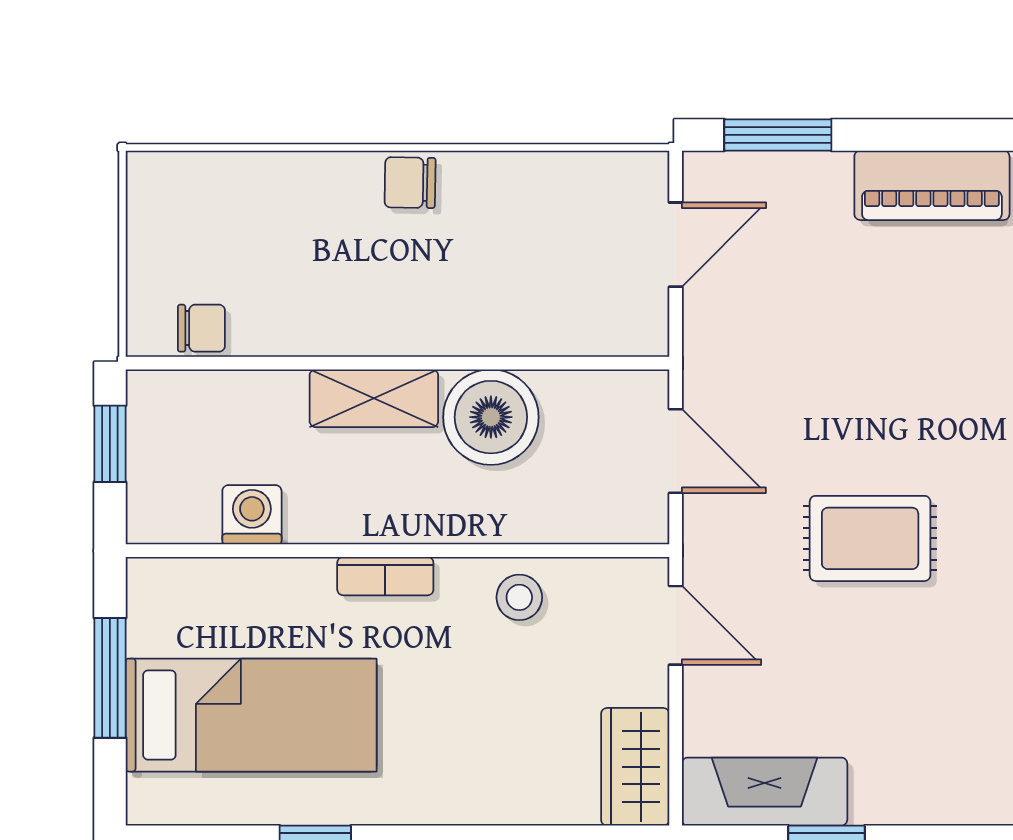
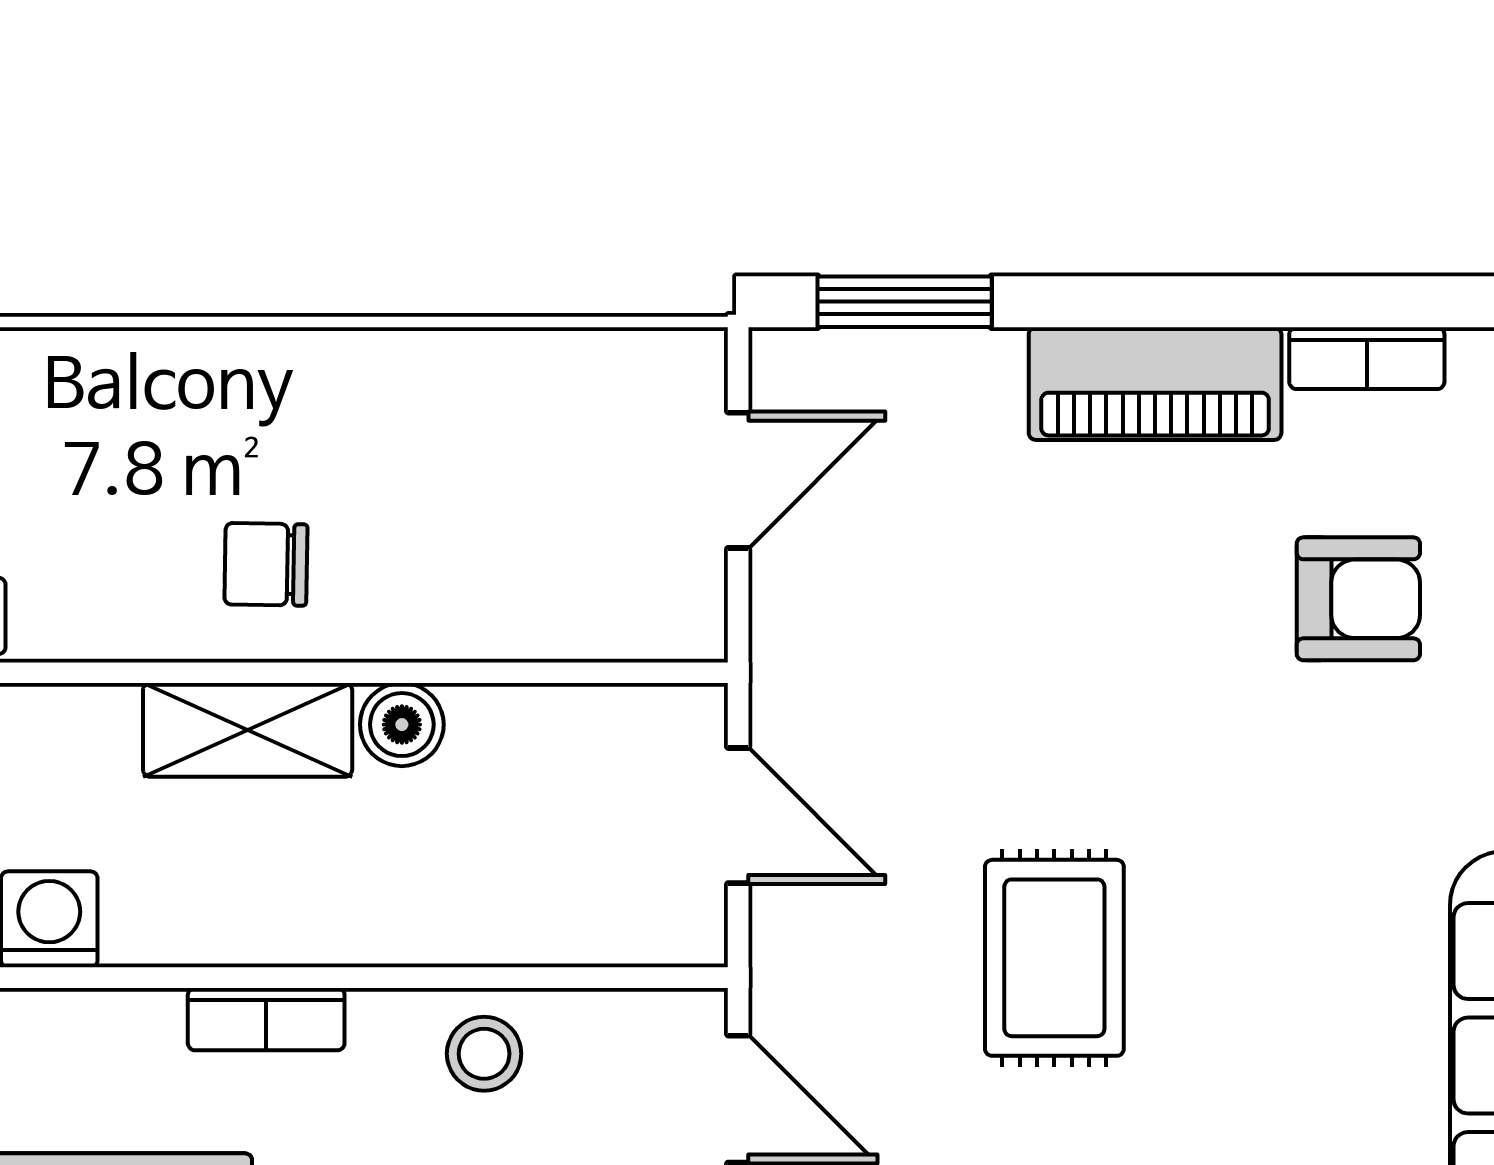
chair: (410, 183) -> (266, 564), moved
boiler: (491, 417) -> (402, 725), width x0.54, depth x0.54
rug: (870, 538) -> (1054, 958), turned 90

